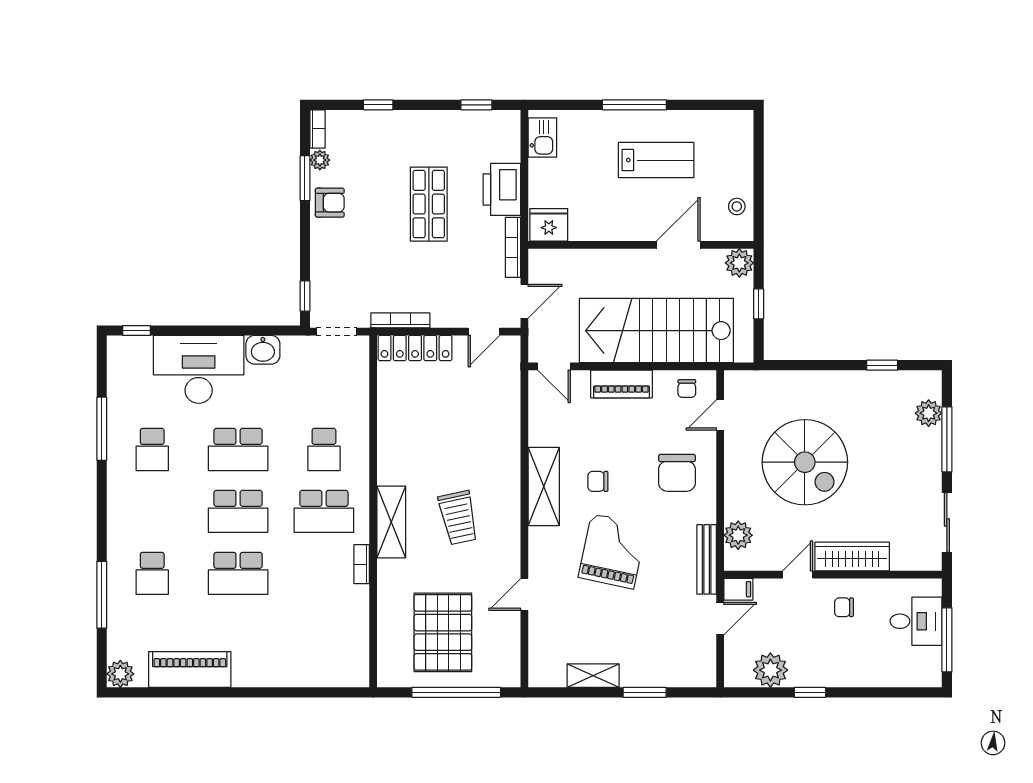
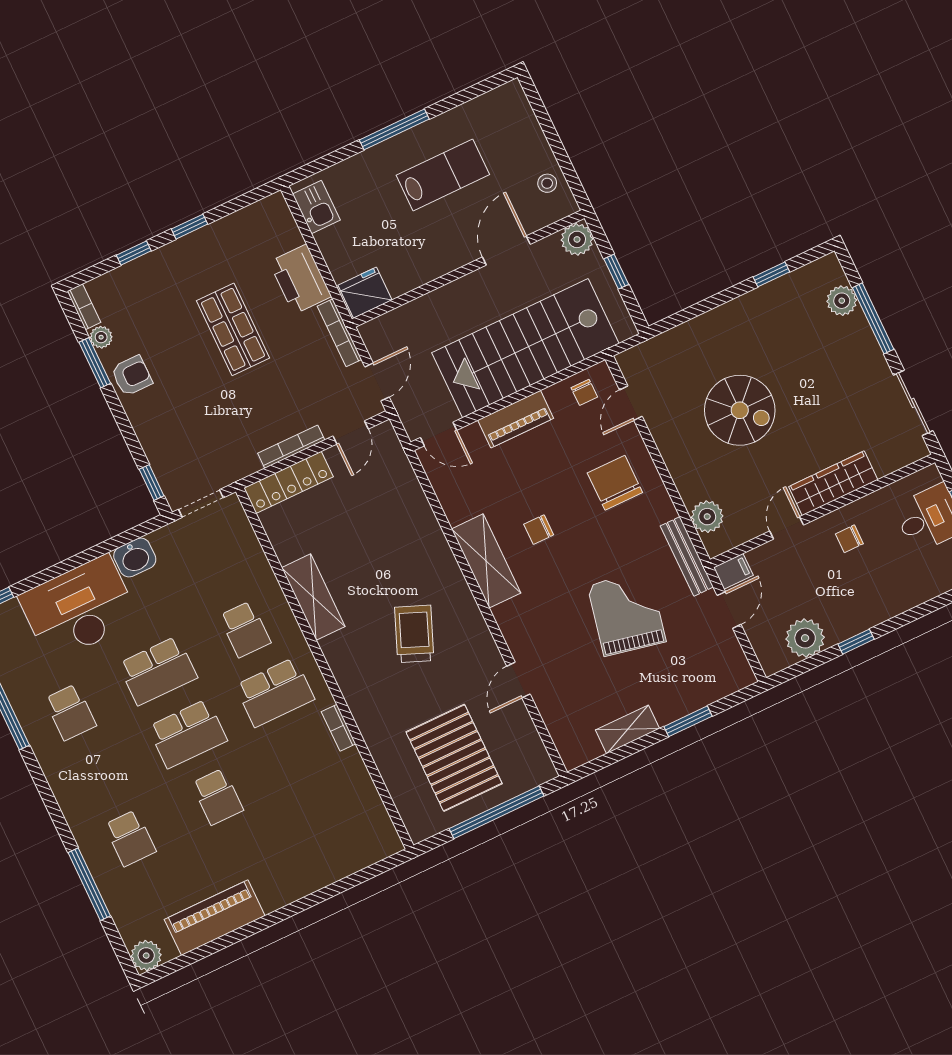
window: (476, 105) -> (190, 227), moved
bookcase: (400, 320) -> (291, 447), moved
spiral stairs: (805, 462) -> (740, 410), width x0.73, depth x0.73
chair: (677, 473) -> (615, 483), turned 180
trolley: (458, 518) -> (414, 634), turned -146
shelving: (391, 522) -> (313, 597), moved
grand piano: (613, 551) -> (627, 613), moved
school desk: (238, 573) -> (217, 797), width x0.54

